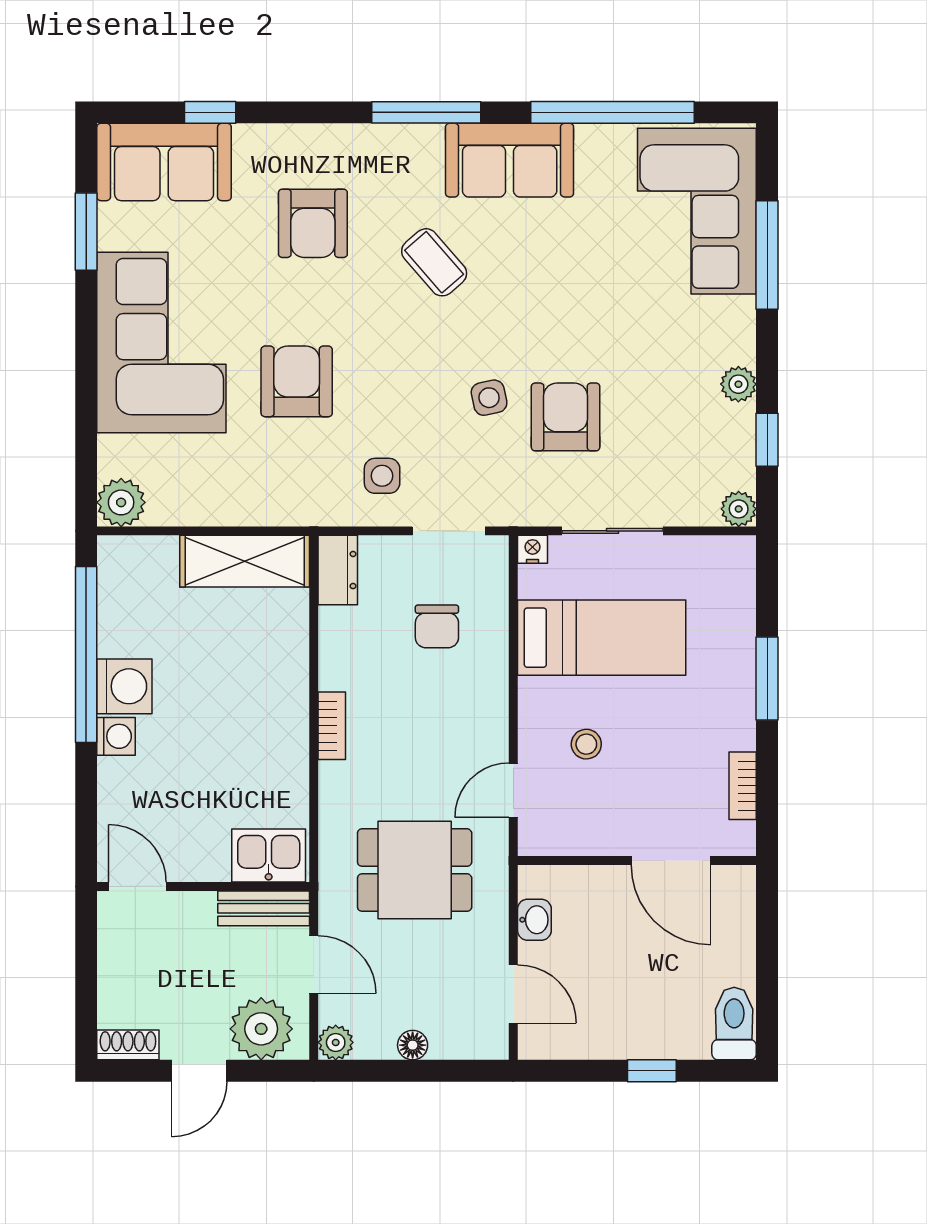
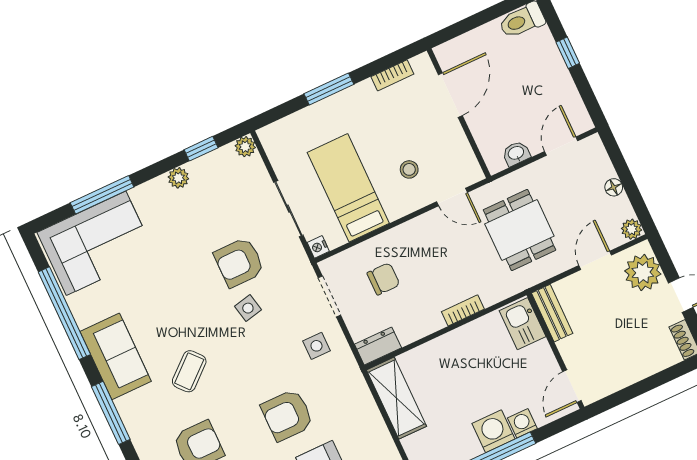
kitchen sink: (269, 856) -> (523, 324), moved
door: (137, 886) -> (572, 386), moved
wall: (203, 886) -> (556, 351), moved
bench: (264, 908) -> (552, 313), moved

